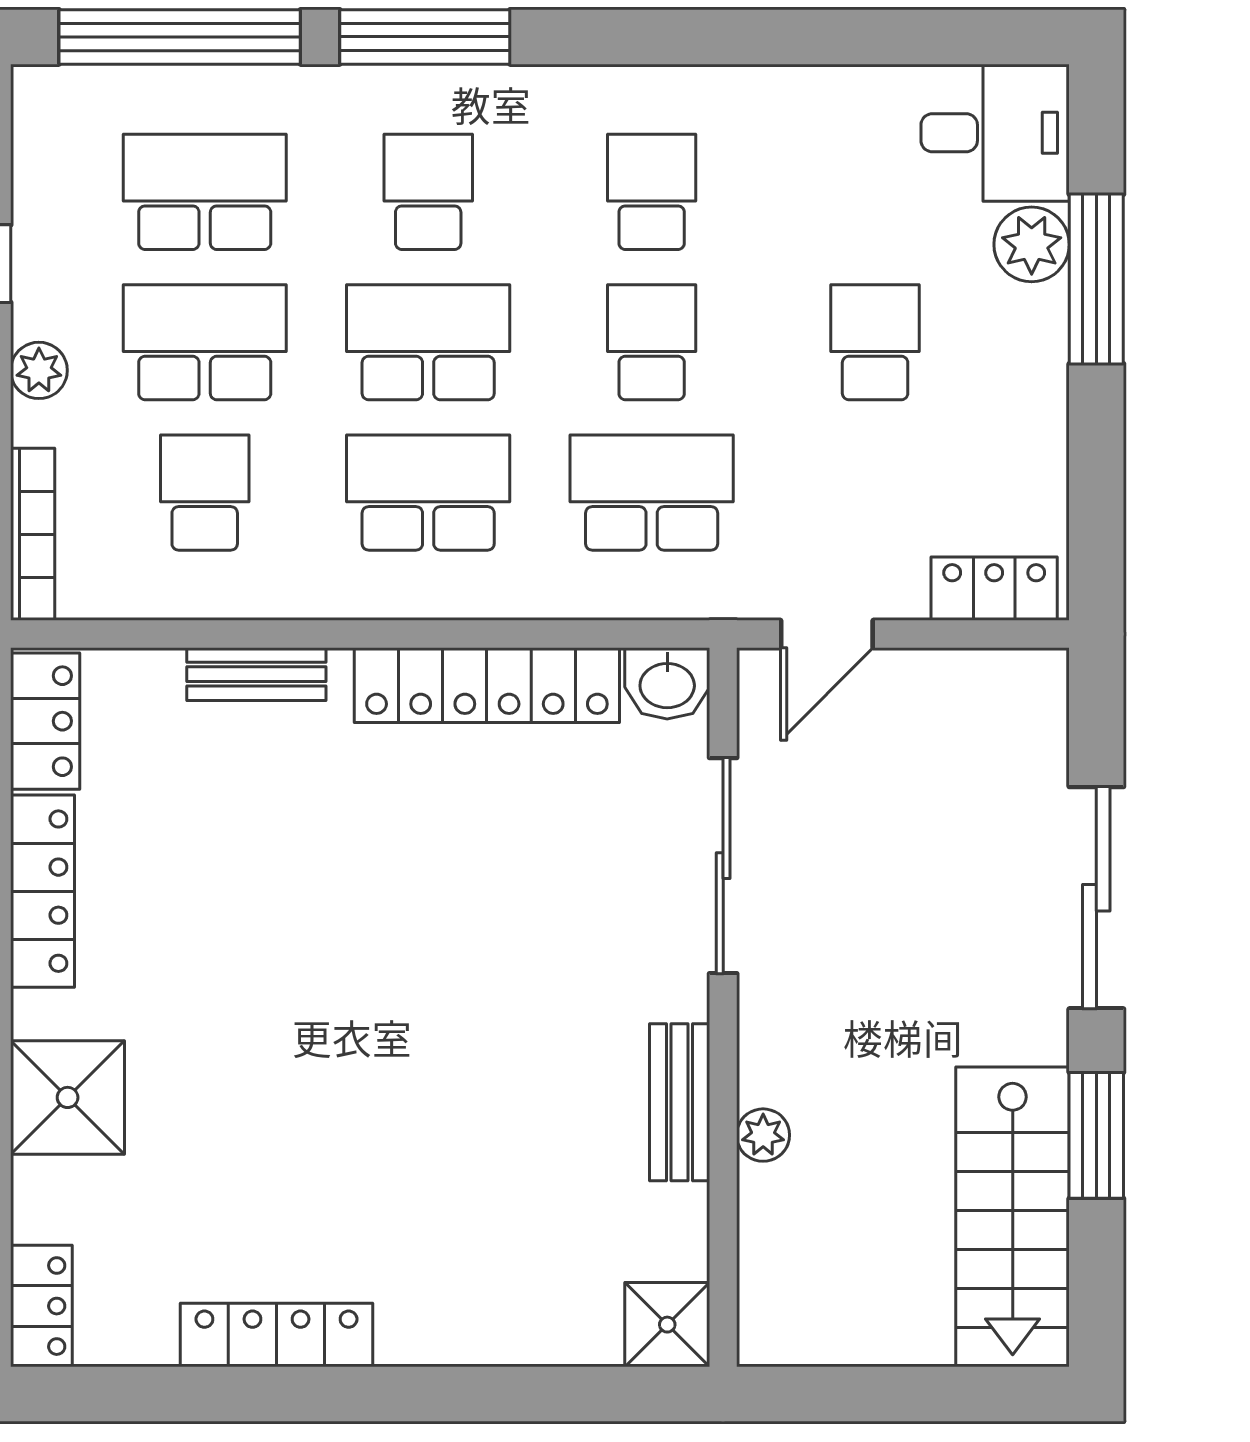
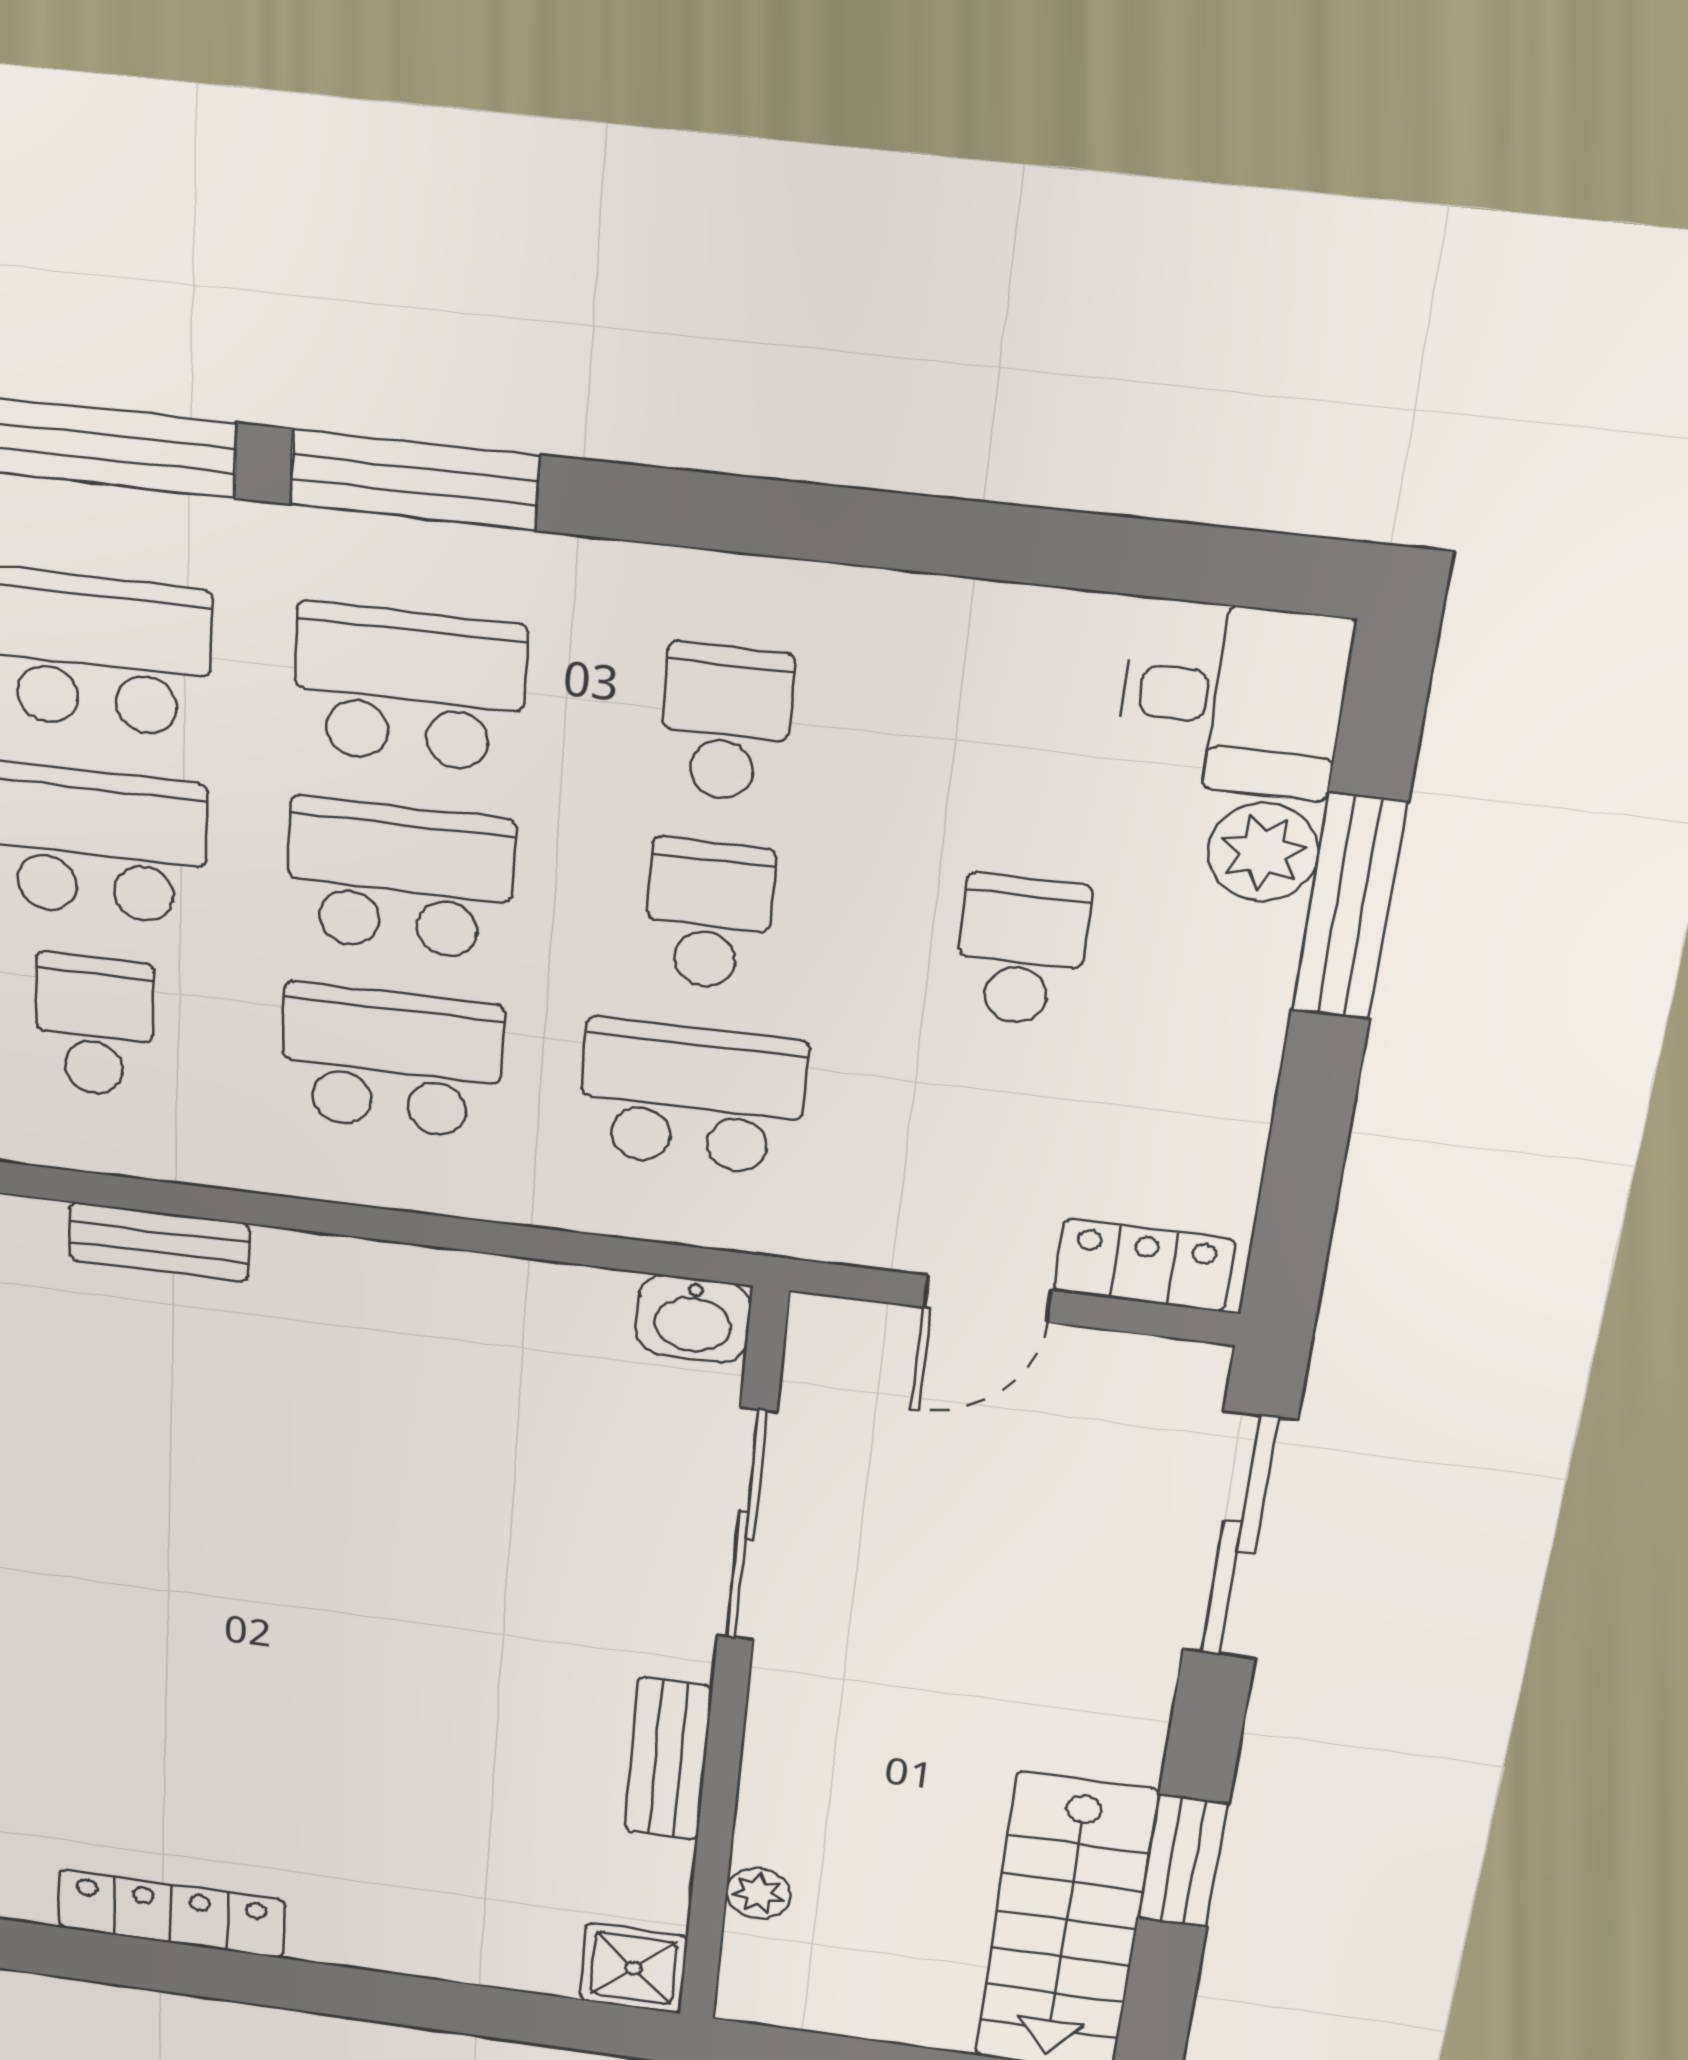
school desk: (428, 192) -> (409, 688), width x1.85
door: (827, 634) -> (987, 1299), moved
locker: (487, 685) -> (457, 1291), removed
sliding door: (1096, 898) -> (1240, 1536), moved
plant: (763, 1135) -> (758, 1893), moved

